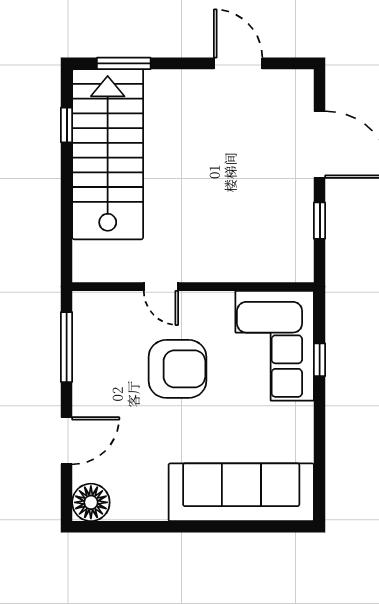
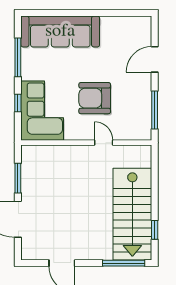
window: (124, 63) -> (124, 263), width x1.44
window: (320, 221) -> (18, 178), width x1.50
window: (320, 444) -> (18, 57), added
floor lamp: (91, 502) -> (141, 26), removed

